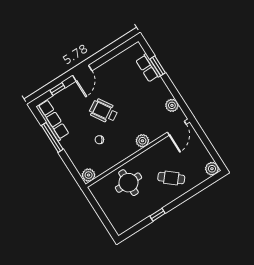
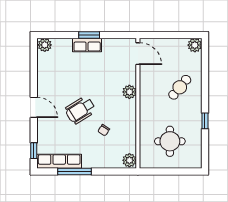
window: (158, 66) -> (89, 35), moved
row of seats: (148, 68) -> (87, 45), moved
window: (57, 89) -> (34, 151), moved
plant: (172, 105) -> (45, 45), moved
round table: (128, 183) -> (170, 141), moved

